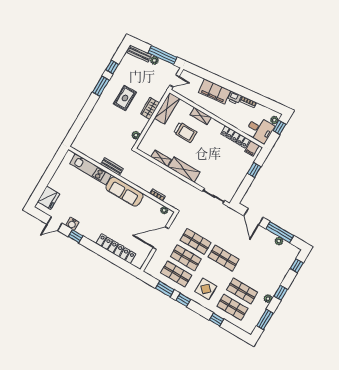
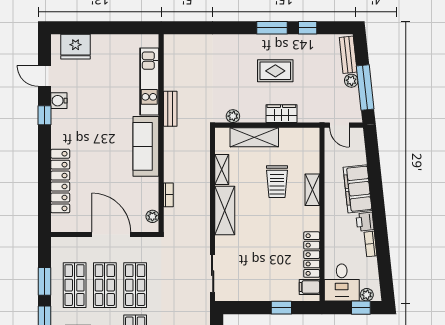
shelving: (167, 108) -> (254, 137), moved

